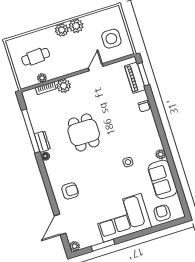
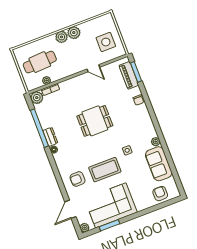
cafe table: (36, 57) -> (40, 62), width x1.37, depth x1.35
door: (96, 67) -> (93, 68), swing flipped
plant: (64, 86) -> (37, 98), moved
dining table: (84, 132) -> (95, 121), moved, turned 90
coffee table: (101, 182) -> (105, 170), added
armchair: (70, 191) -> (77, 179), turned 180
corner sofa: (122, 218) -> (111, 205), moved

